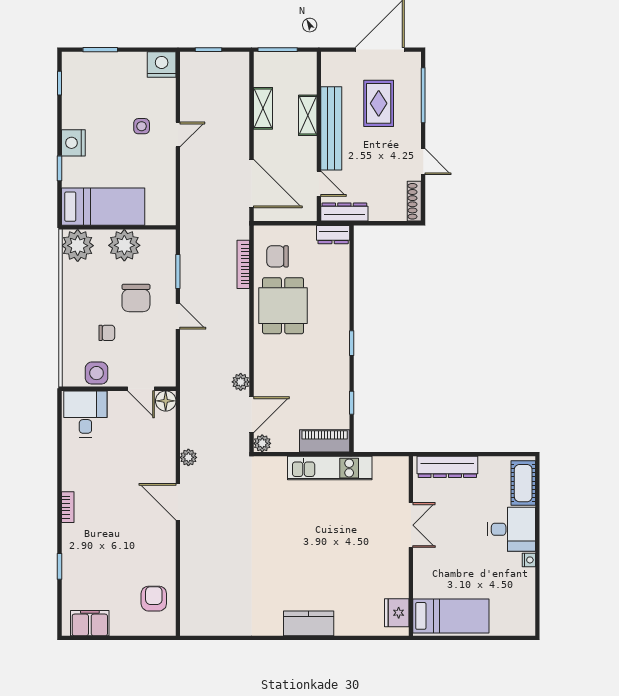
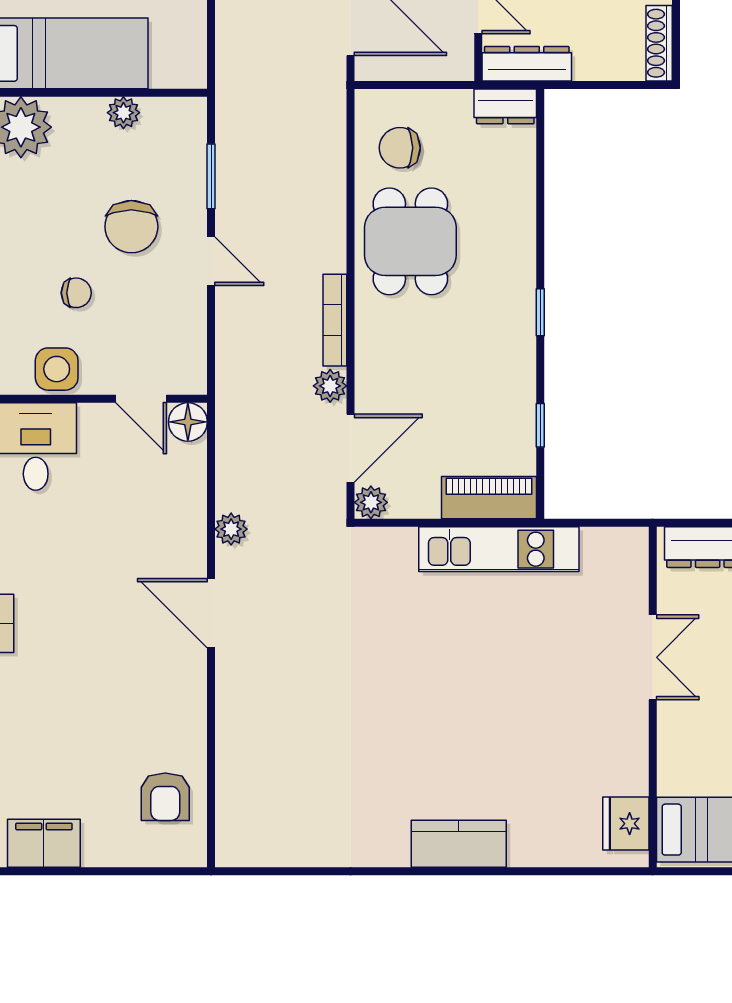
plant: (124, 245) -> (123, 113), width x0.53, depth x0.53
bookcase: (243, 264) -> (335, 320), moved
armchair: (154, 599) -> (165, 797), turned 180

